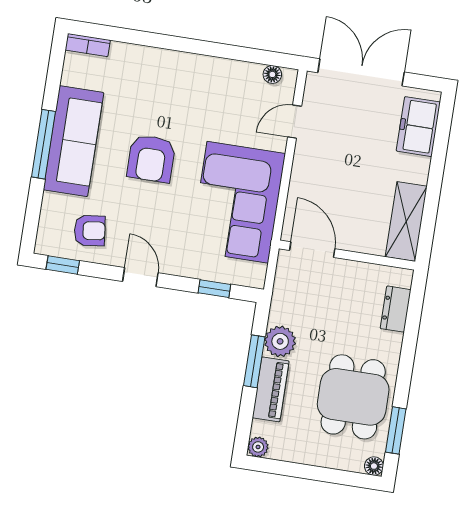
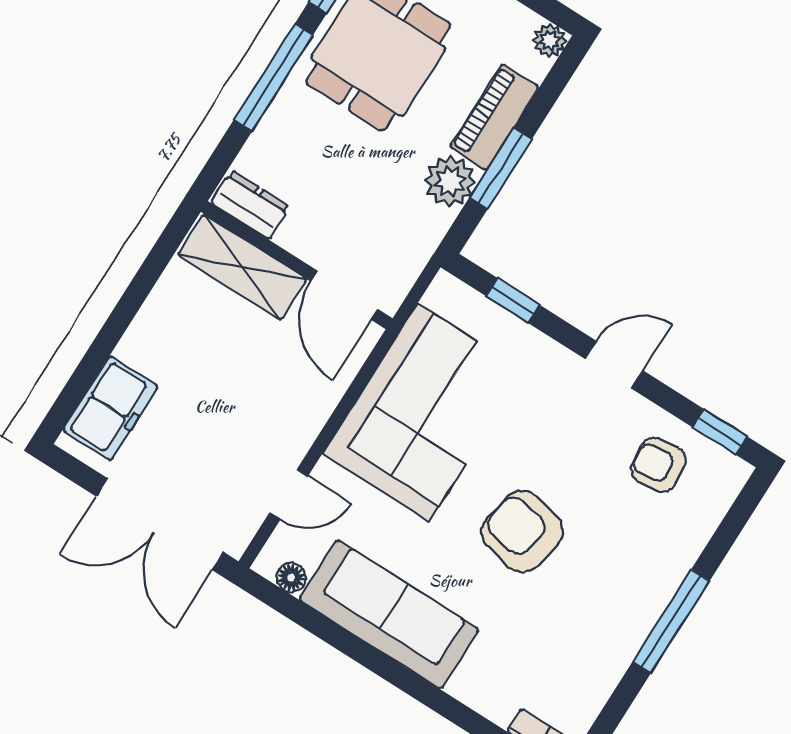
sofa: (73, 141) -> (389, 614), moved, turned 90
armchair: (151, 159) -> (522, 531), turned -79
shelving: (406, 222) -> (242, 267), moved, turned 90
door: (140, 277) -> (614, 365), swing flipped
dresser: (396, 309) -> (250, 205), moved, turned -90
window: (407, 357) -> (273, 78), added

